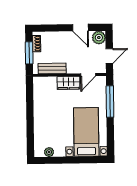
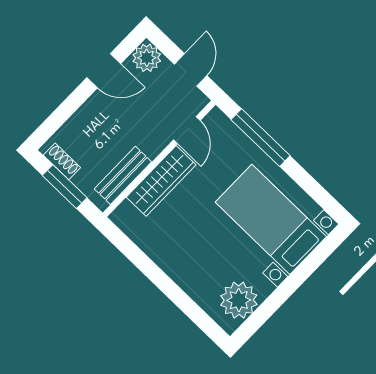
wardrobe: (68, 83) -> (161, 181), width x1.50
plant: (49, 152) -> (239, 300), width x1.88, depth x1.88

